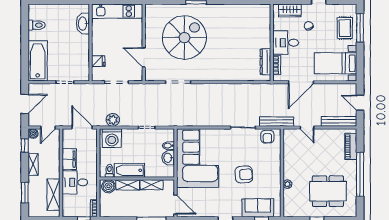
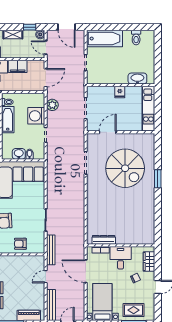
fridge: (98, 61) -> (120, 92), moved
armchair: (267, 137) -> (20, 244), moved
washing machine: (112, 138) -> (36, 116), moved

